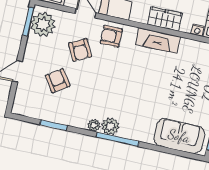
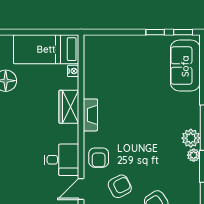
fireplace: (158, 41) -> (90, 115), width x0.73, depth x0.76

